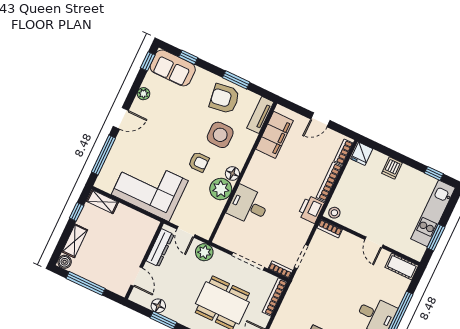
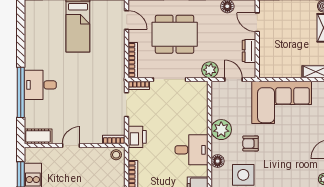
floor lamp: (232, 173) -> (218, 161), moved
desk: (248, 206) -> (191, 150), moved
printer: (311, 209) -> (137, 137), moved
door: (374, 242) -> (71, 146), hinge flipped
dresser: (160, 248) -> (249, 51), width x0.70

